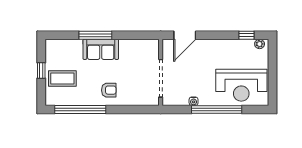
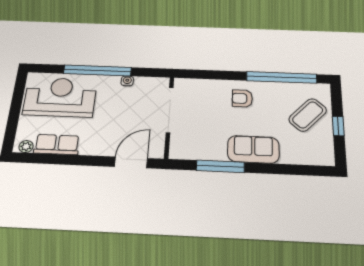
window: (95, 35) -> (220, 166), moved
window: (246, 35) -> (43, 159), removed
row of seats: (238, 47) -> (57, 144), added
coffee table: (62, 79) -> (308, 115), turned -47

